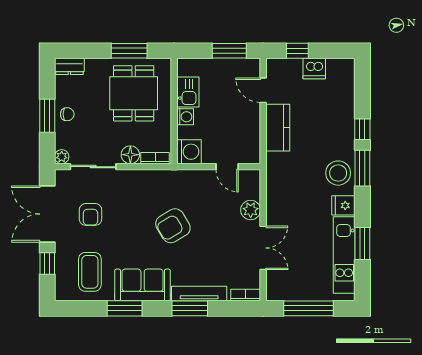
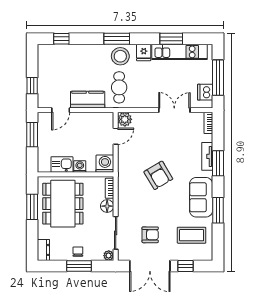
dishwasher: (314, 68) -> (205, 92), moved, turned 180
dining table: (134, 93) -> (63, 204), width x1.38
window: (362, 129) -> (61, 39), moved
cafe table: (295, 171) -> (119, 87), added
plant: (251, 210) -> (125, 119), moved
tv unit: (199, 294) -> (207, 156), width x0.71

